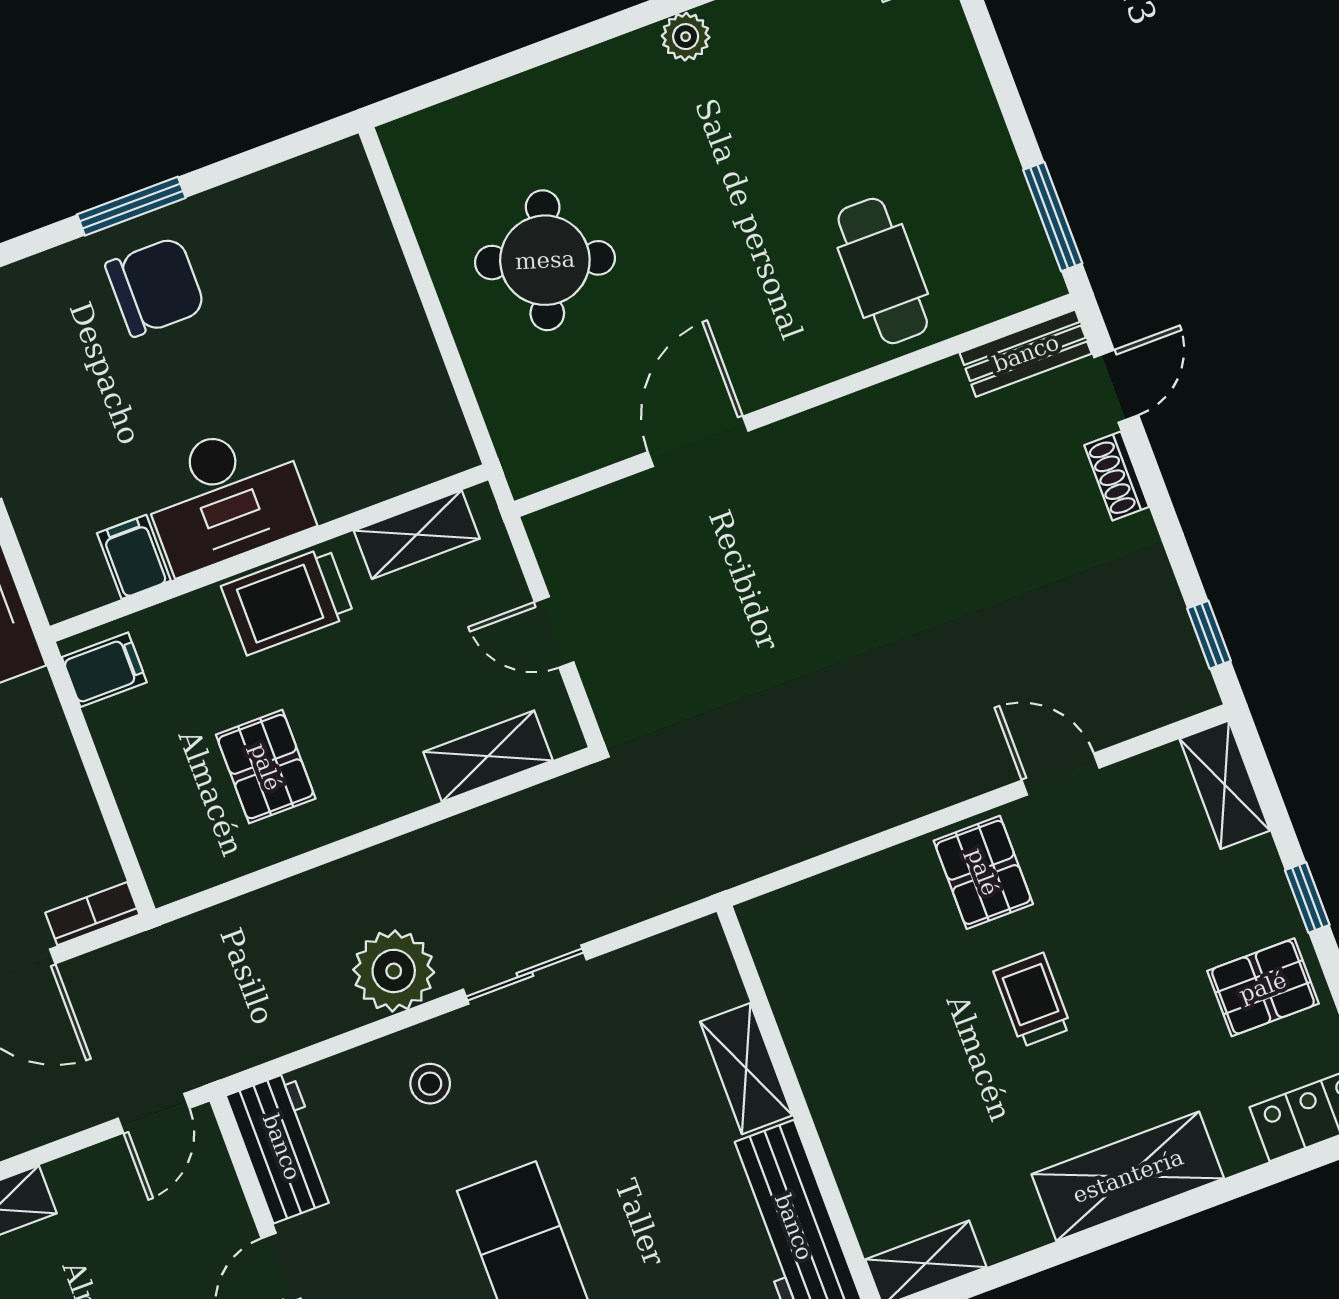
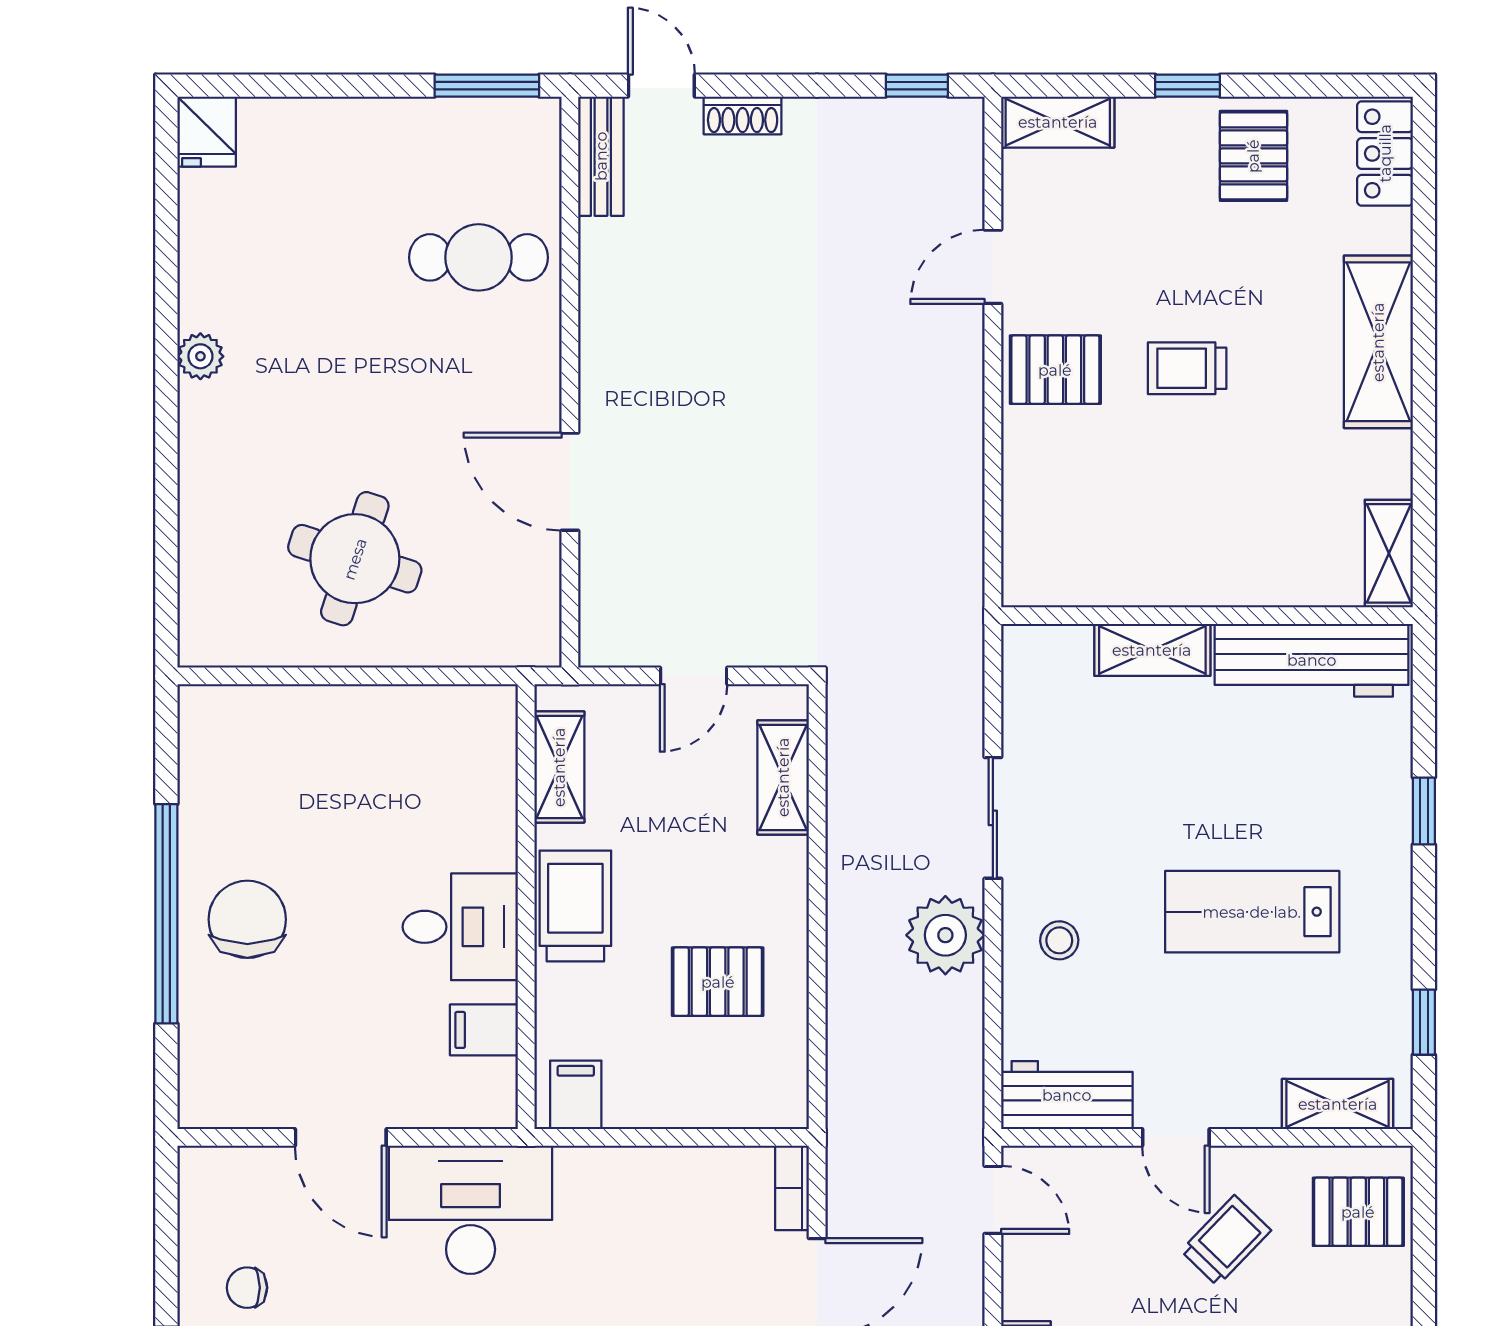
window: (131, 206) -> (166, 914), width x2.11
desk: (226, 496) -> (460, 927), width x0.73
trolley: (288, 601) -> (575, 906), turned 180

